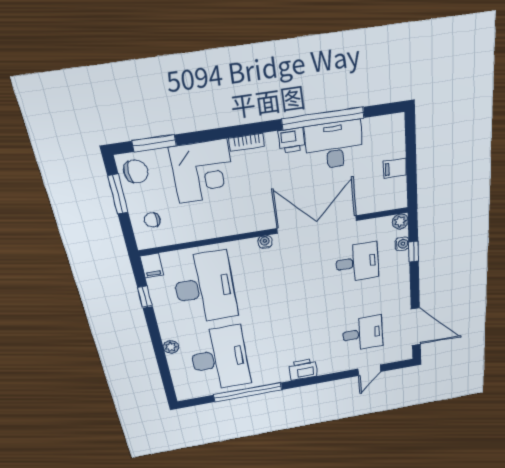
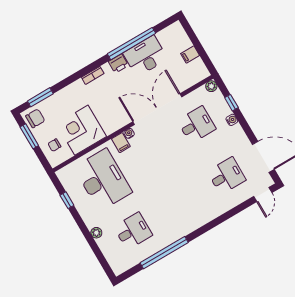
corner desk: (203, 171) -> (81, 130), moved, turned 180
water cooler: (402, 244) -> (232, 120), moved
filing cabinet: (152, 266) -> (121, 143), moved
desk: (220, 359) -> (133, 231), width x0.53, depth x0.77
printer: (303, 370) -> (196, 220), removed
door: (369, 370) -> (263, 195), moved

